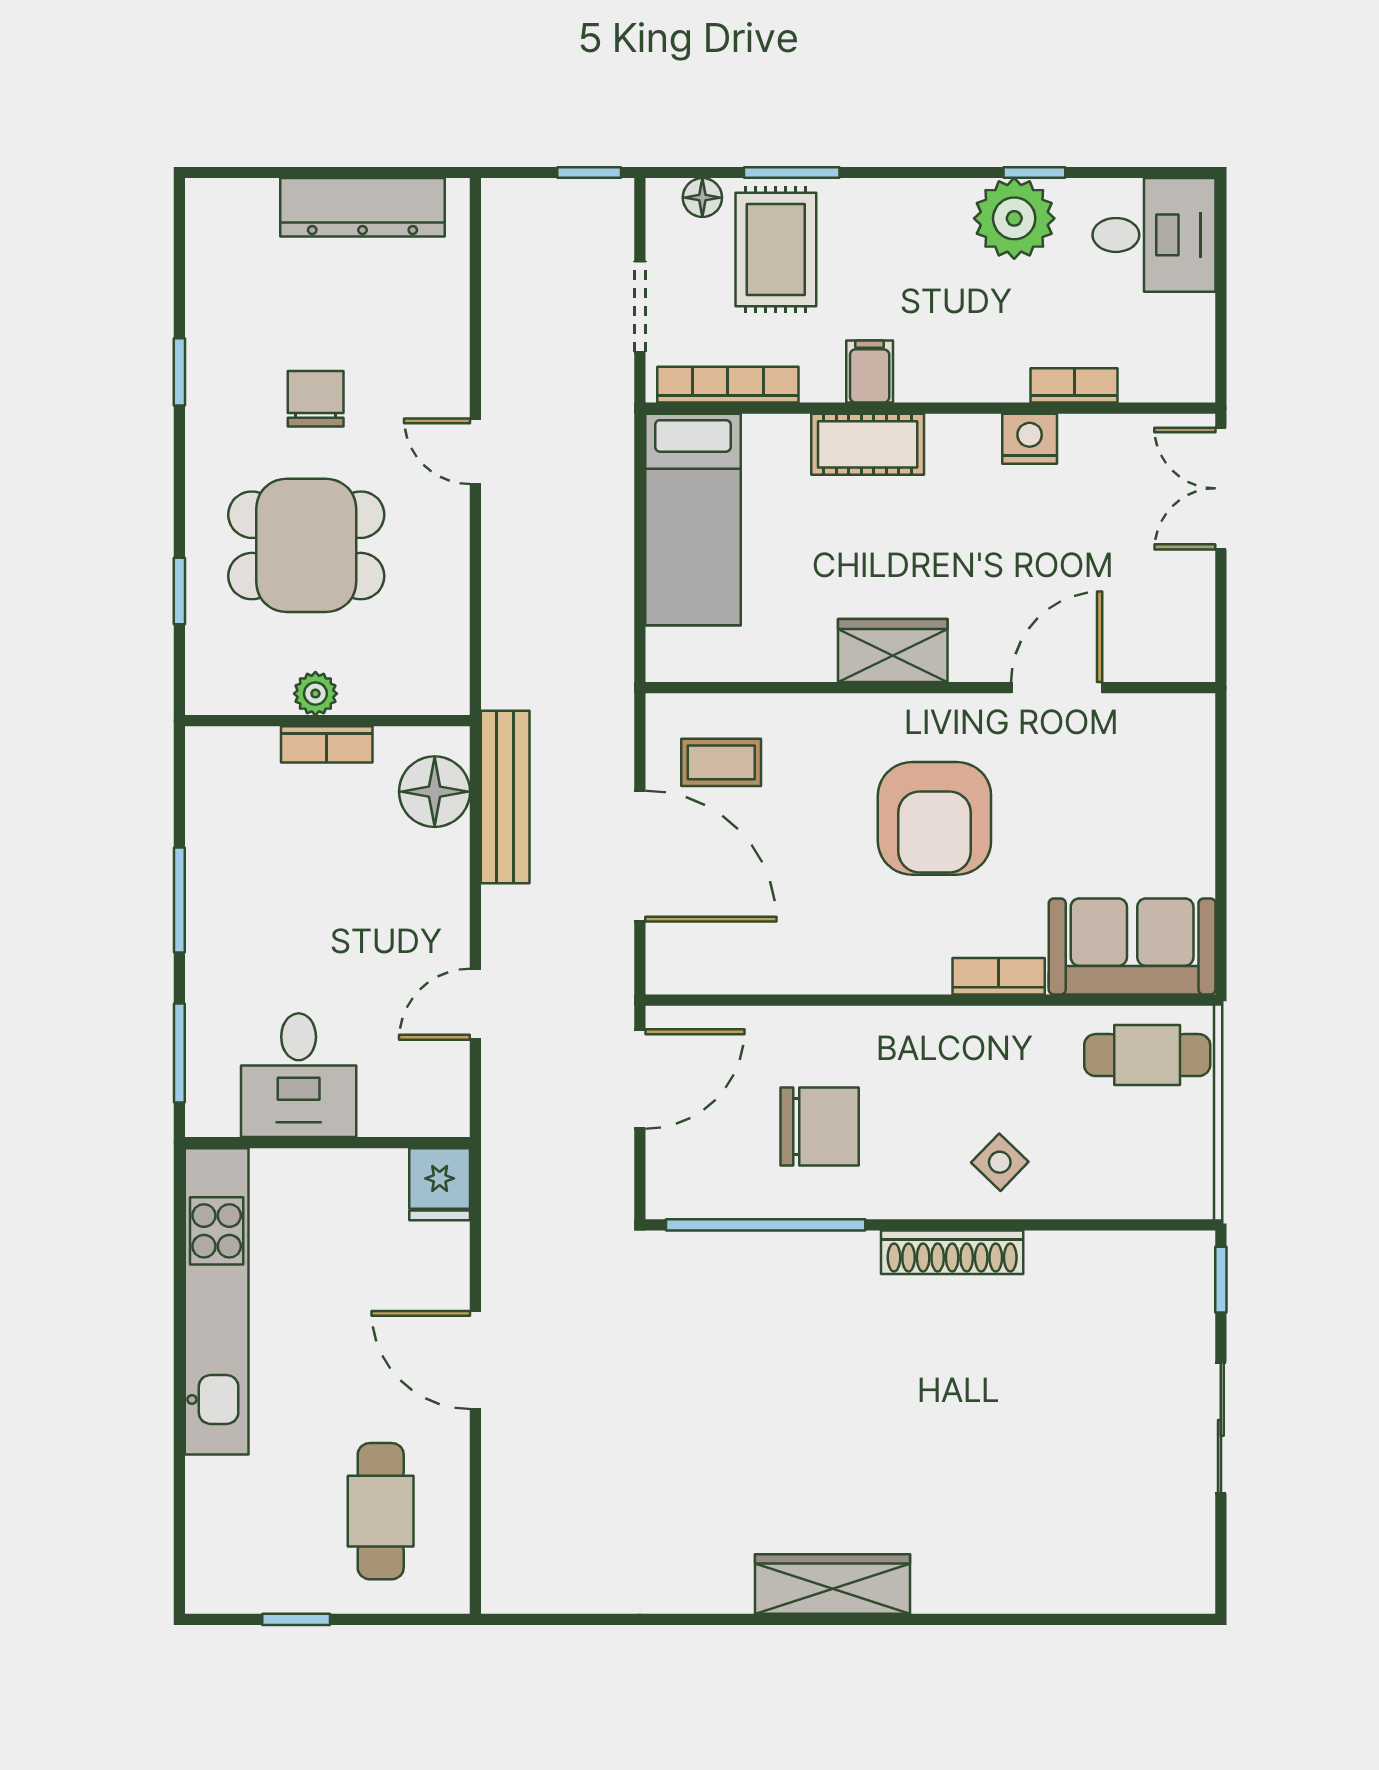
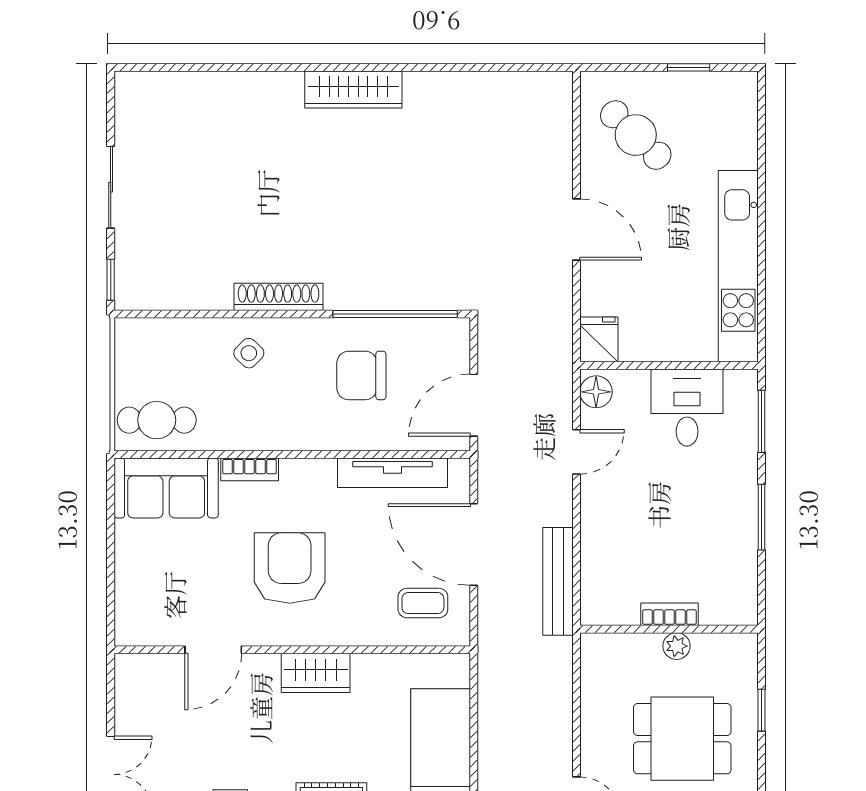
floor lamp: (435, 792) -> (596, 392), moved, width x0.73, depth x0.73
tv unit: (770, 971) -> (393, 473), added
cafe table: (381, 1511) -> (636, 135), turned -46

